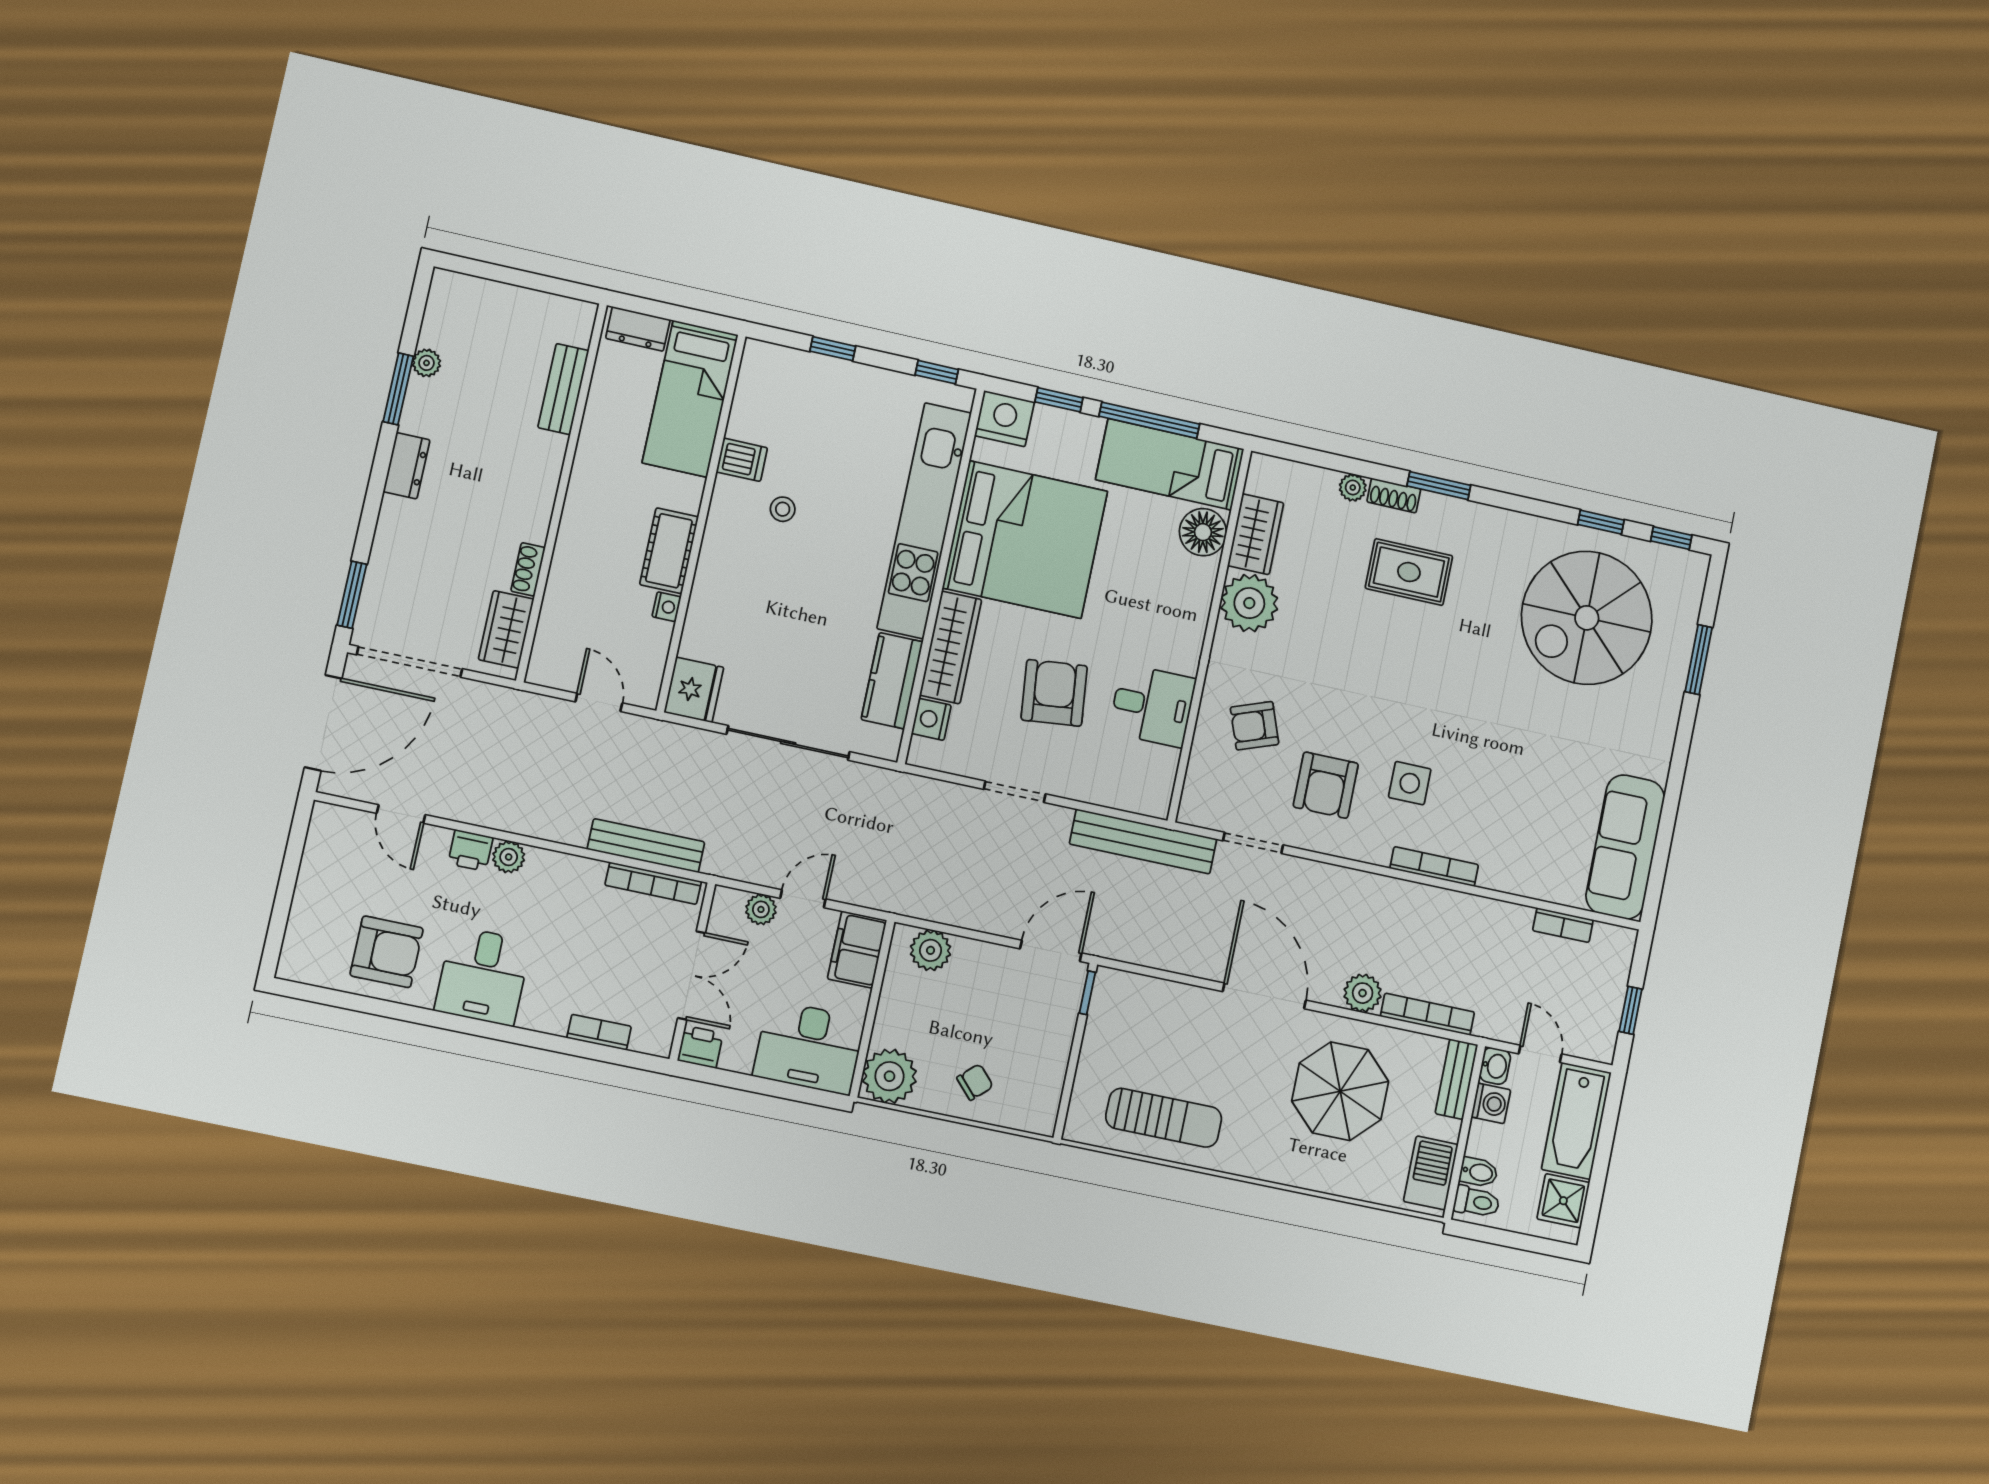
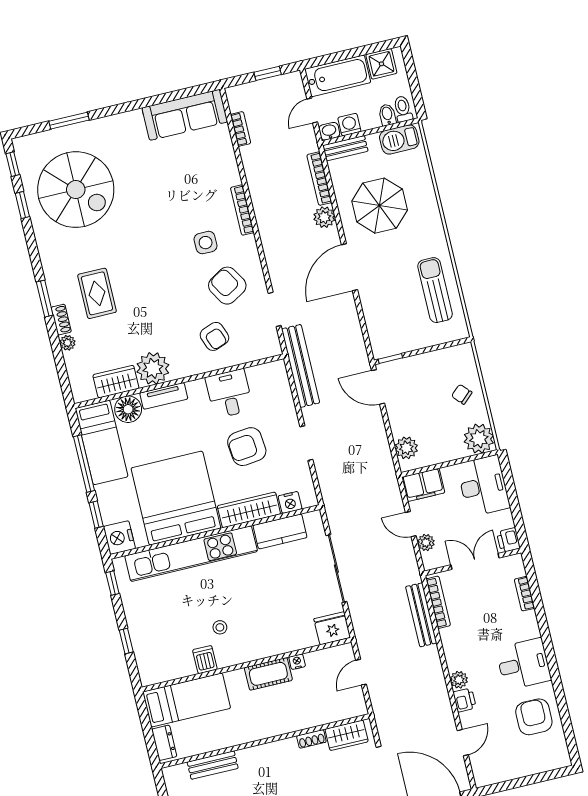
tv unit: (1198, 599) -> (164, 396), added
armchair: (1326, 785) -> (227, 286), turned -121

